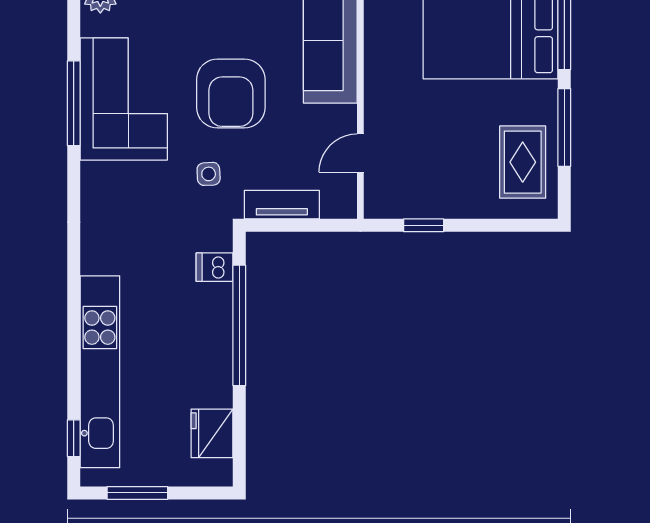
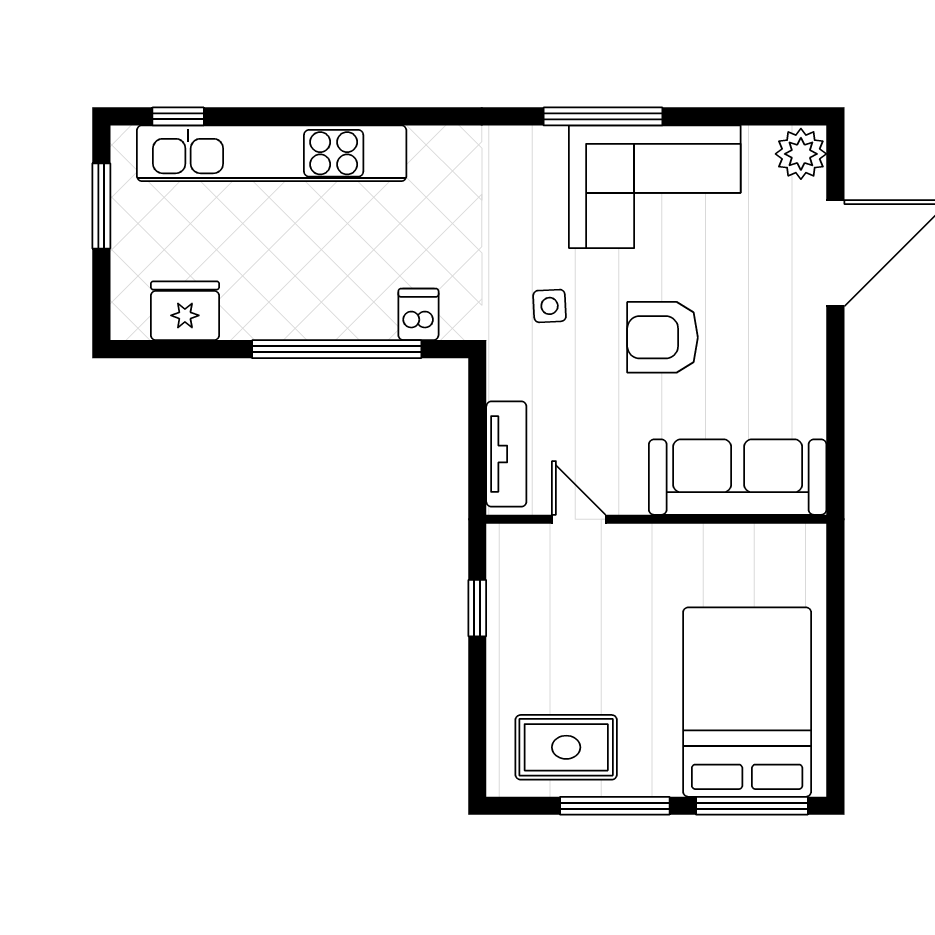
armchair: (231, 93) -> (663, 337), width x0.73, depth x0.73
window: (74, 103) -> (603, 116), moved
tv unit: (282, 205) -> (506, 454), moved

